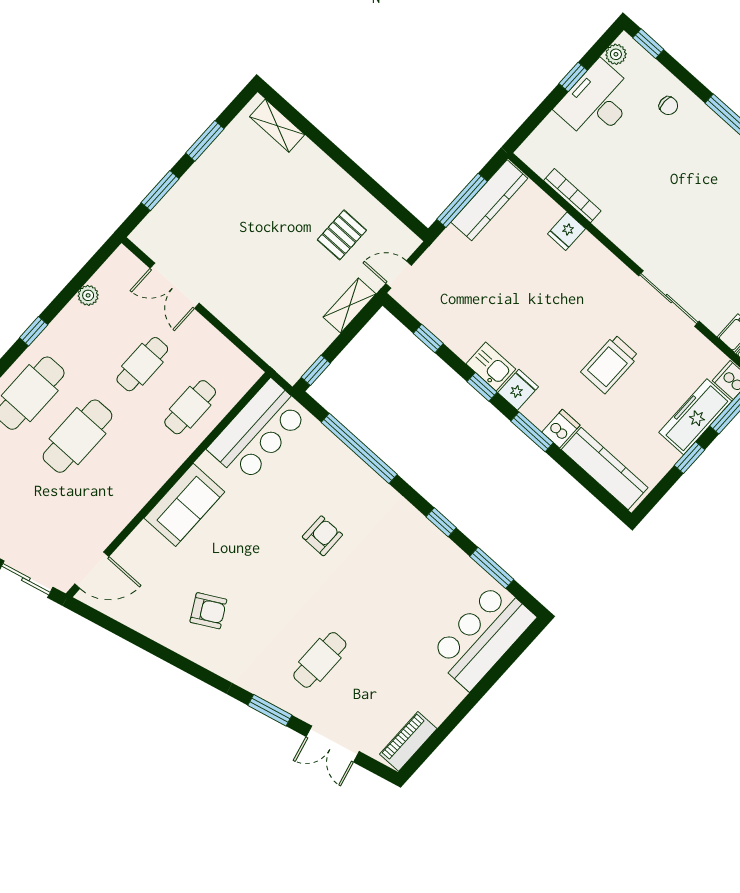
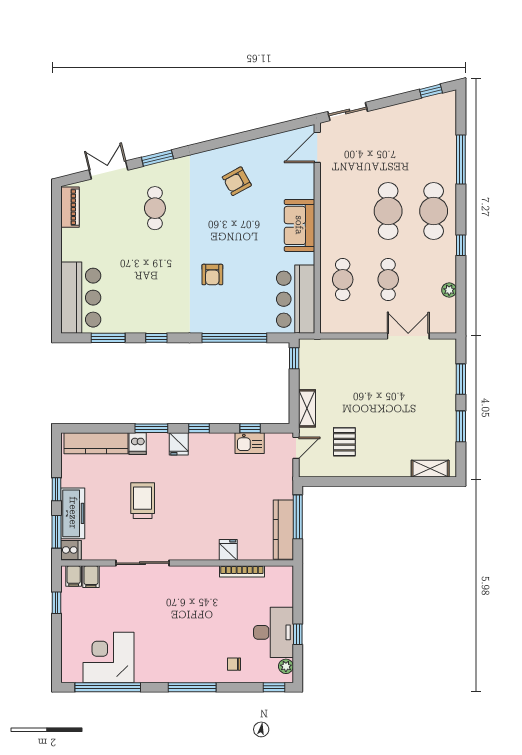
kitchen sink: (491, 367) -> (250, 443), moved

